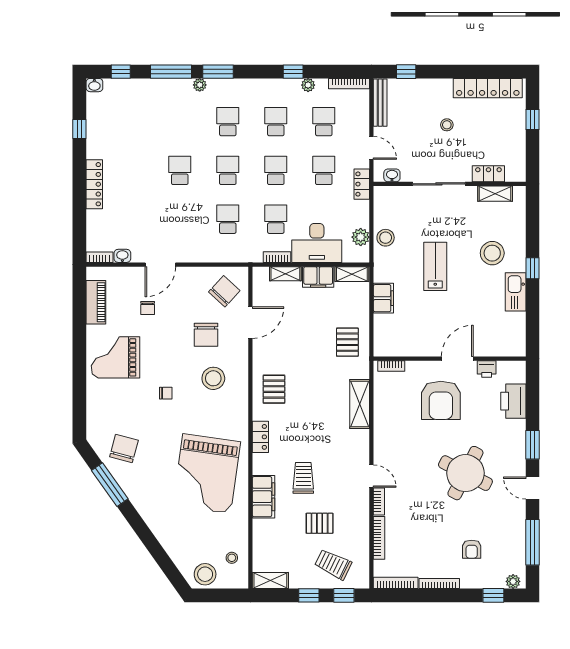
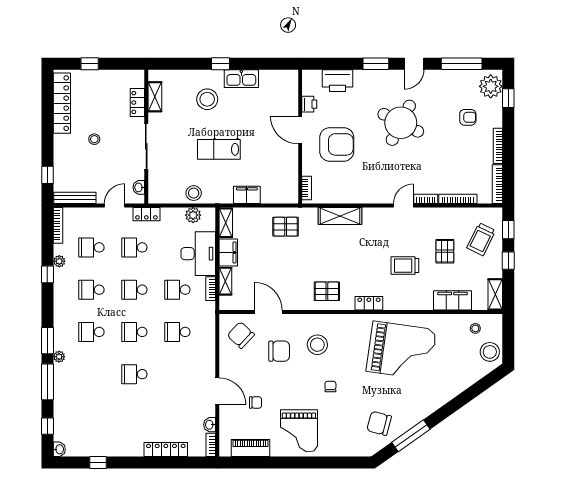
locker: (94, 184) -> (166, 449), moved
filing cabinet: (264, 497) -> (453, 300), moved
plant: (513, 581) -> (491, 86), width x1.88, depth x1.88

